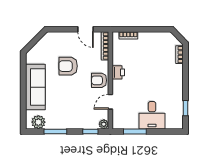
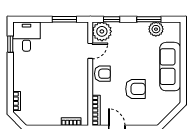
printer: (118, 72) -> (82, 82), removed
desk: (152, 115) -> (26, 37), moved
plant: (38, 122) -> (156, 29), moved
plant: (104, 124) -> (102, 31), width x1.88, depth x1.88

